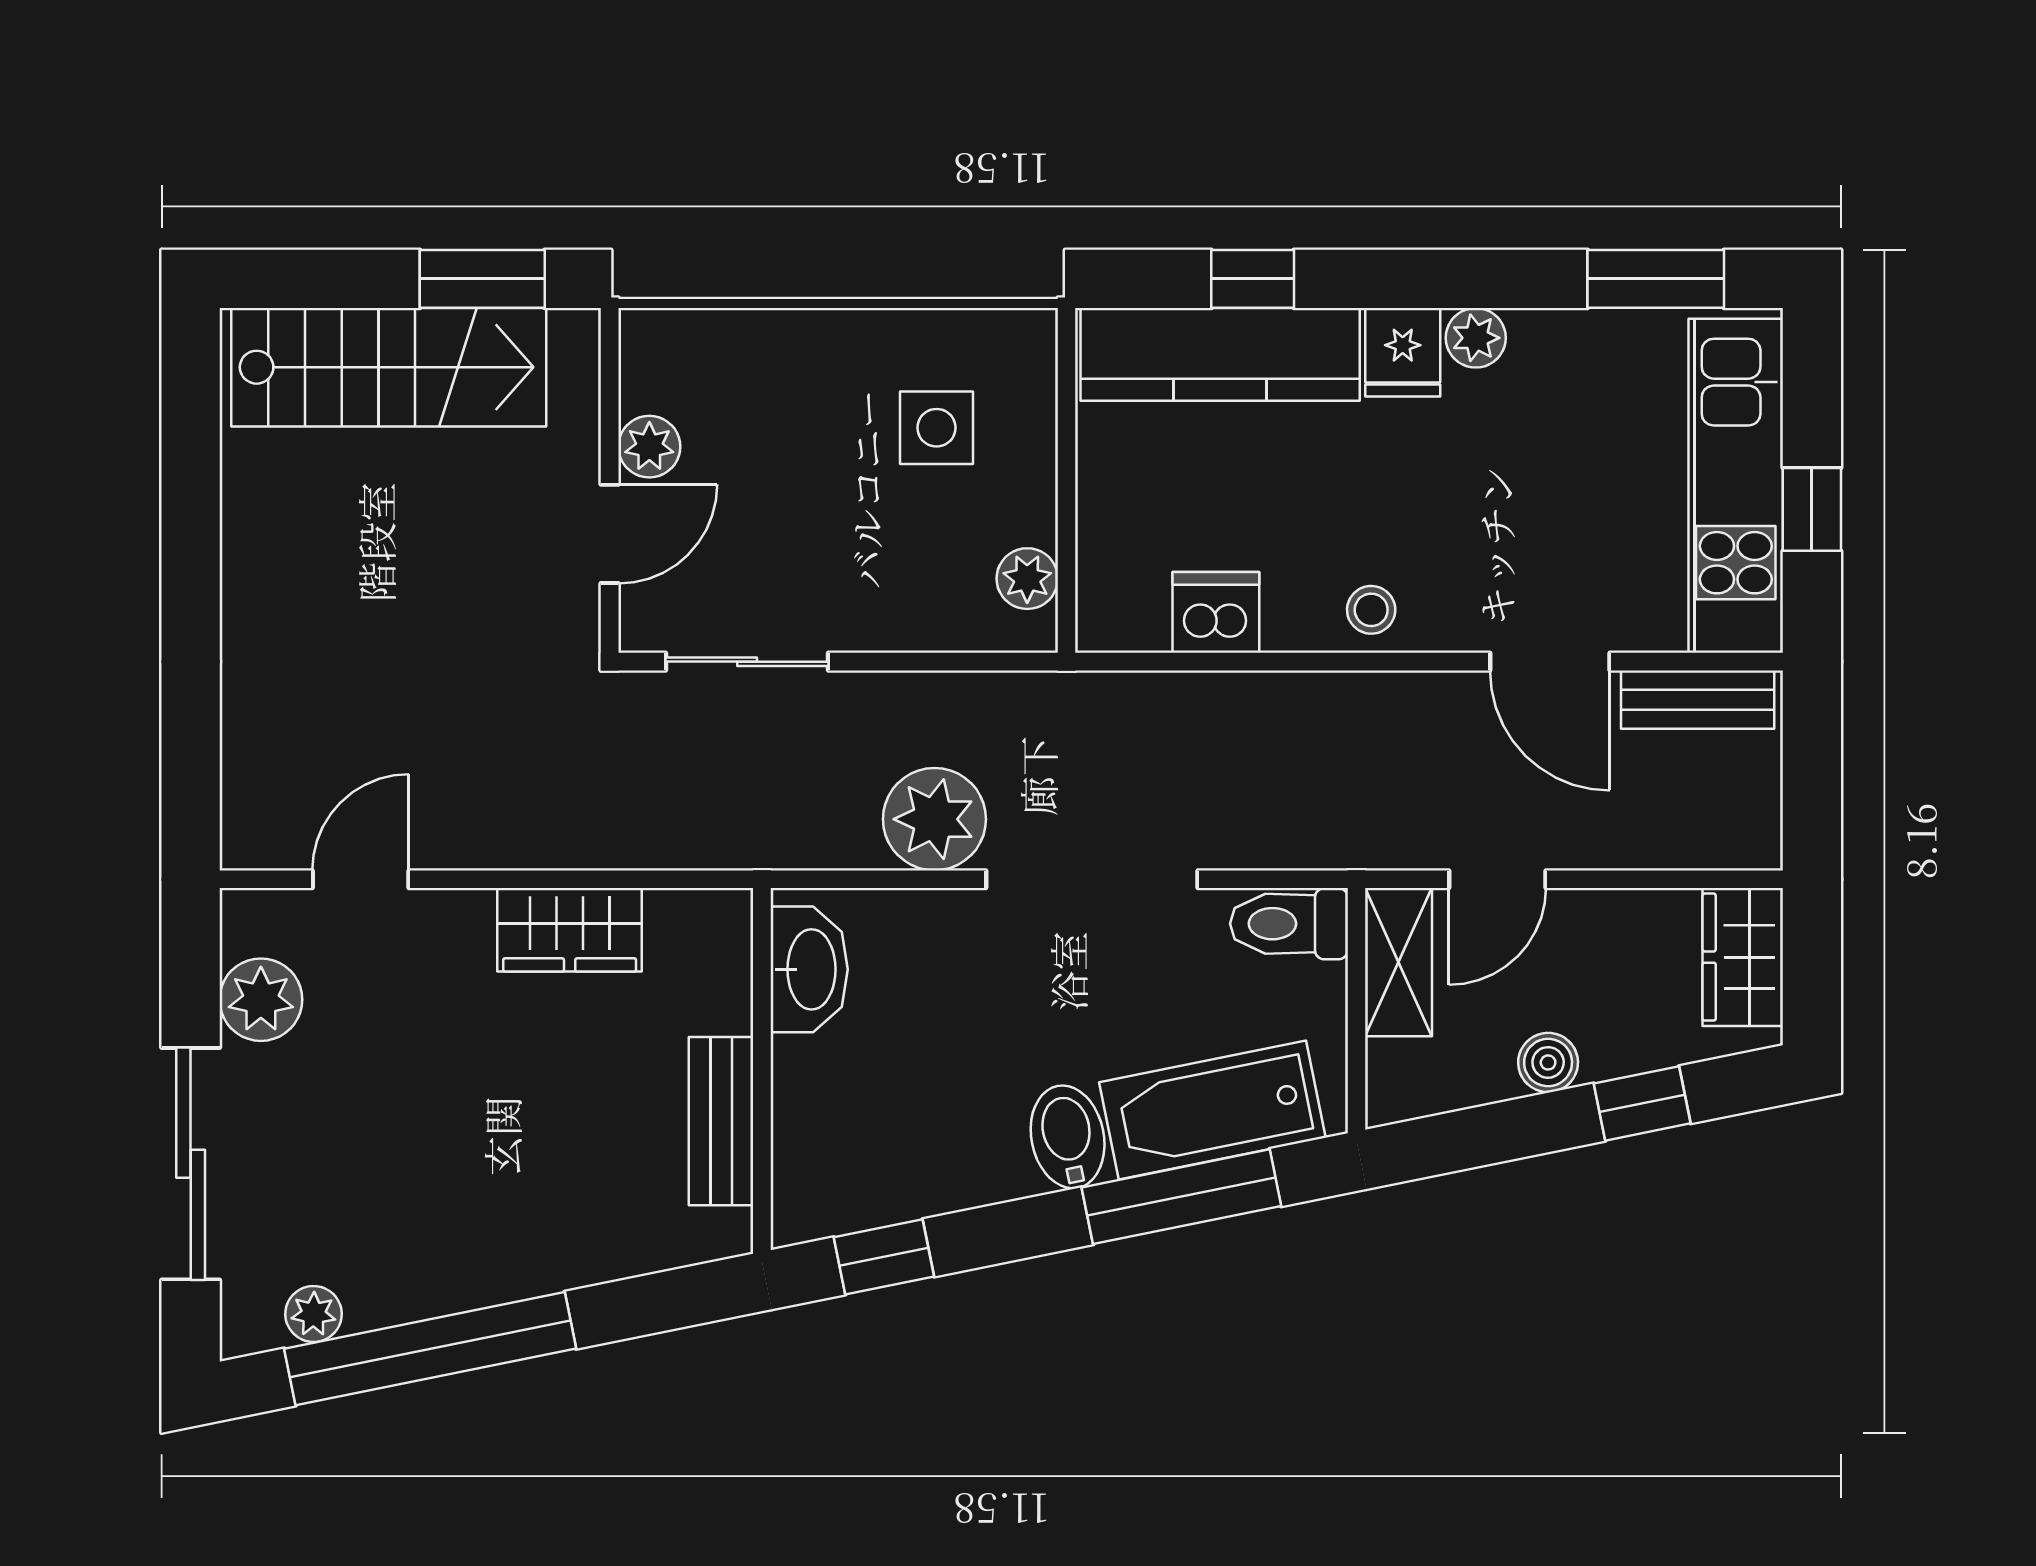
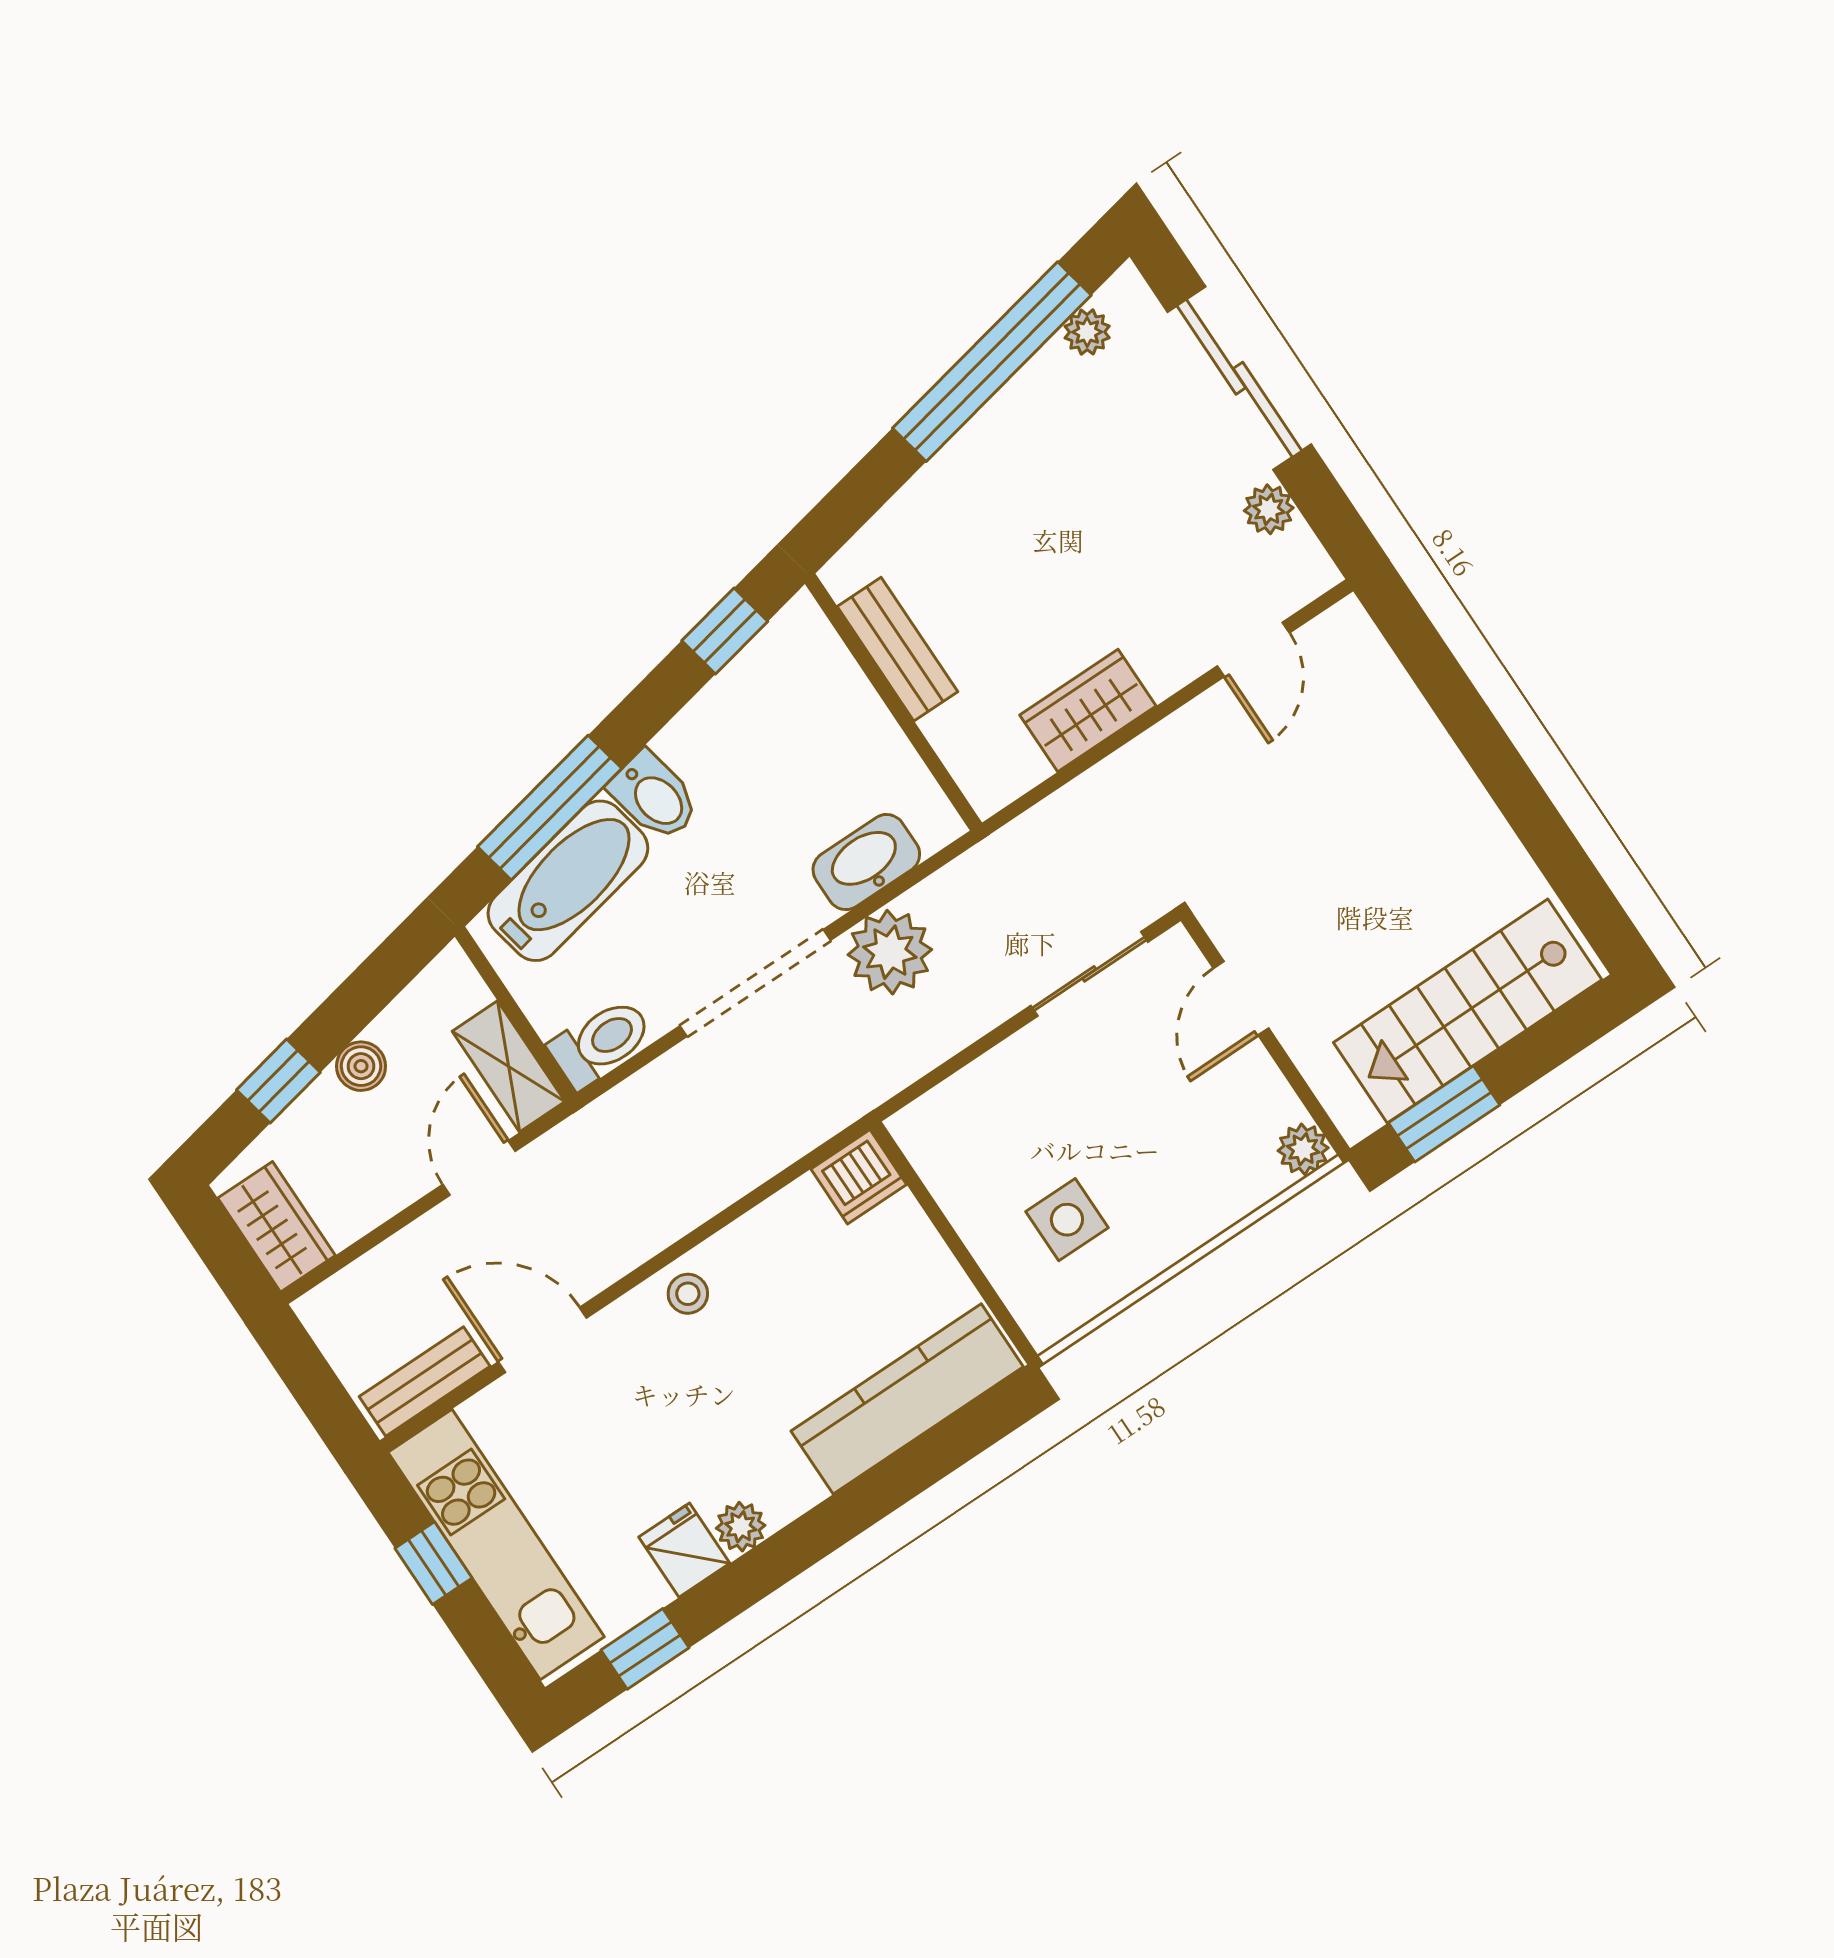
window: (1253, 279) -> (919, 1465), removed
window: (1656, 279) -> (645, 1649), width x0.67
fridge: (1403, 352) -> (684, 1550), moved
plant: (649, 447) -> (1303, 1149), moved
plant: (1027, 579) -> (936, 1158), removed
dishwasher: (1216, 612) -> (859, 1177), moved
washbasin: (809, 969) -> (866, 862), moved, turned 90
plant: (261, 1000) -> (1269, 509), width x0.73, depth x0.73

